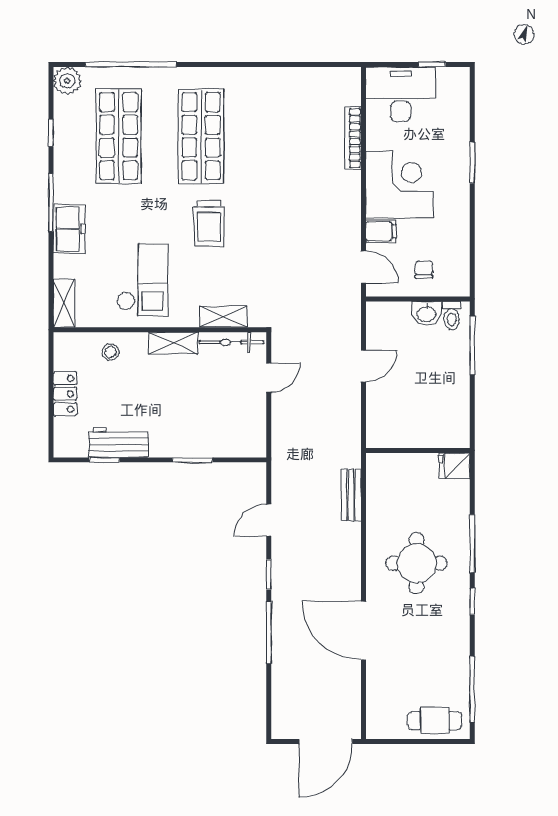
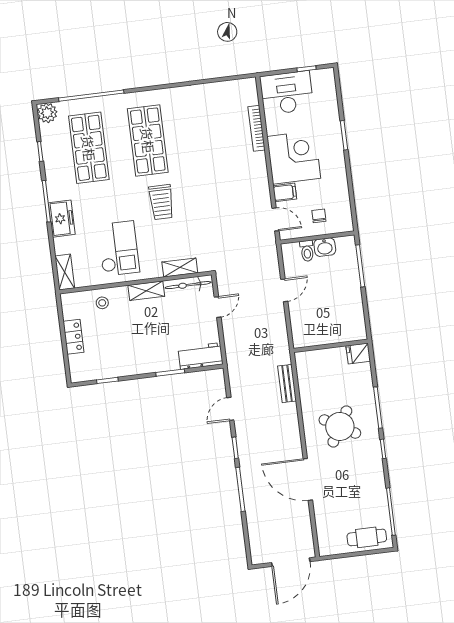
toilet: (452, 316) -> (307, 251), moved
workbench: (119, 442) -> (201, 356), moved
round table: (417, 563) -> (340, 426), turned 30

